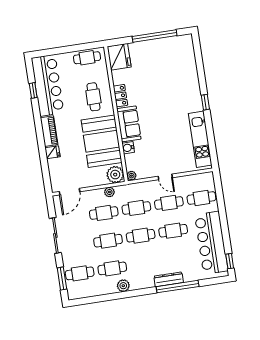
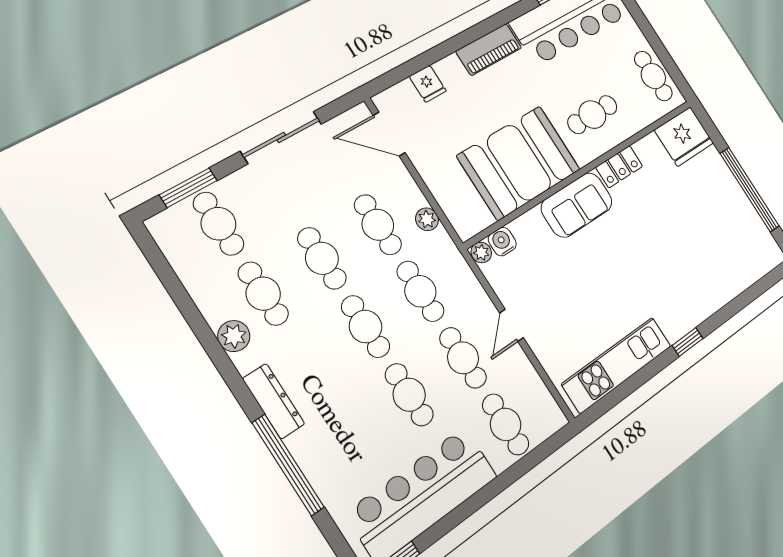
water cooler: (128, 148) -> (502, 242), moved
fridge: (52, 152) -> (428, 84), moved
plant: (115, 175) -> (468, 217), removed
dresser: (169, 279) -> (274, 401), moved

